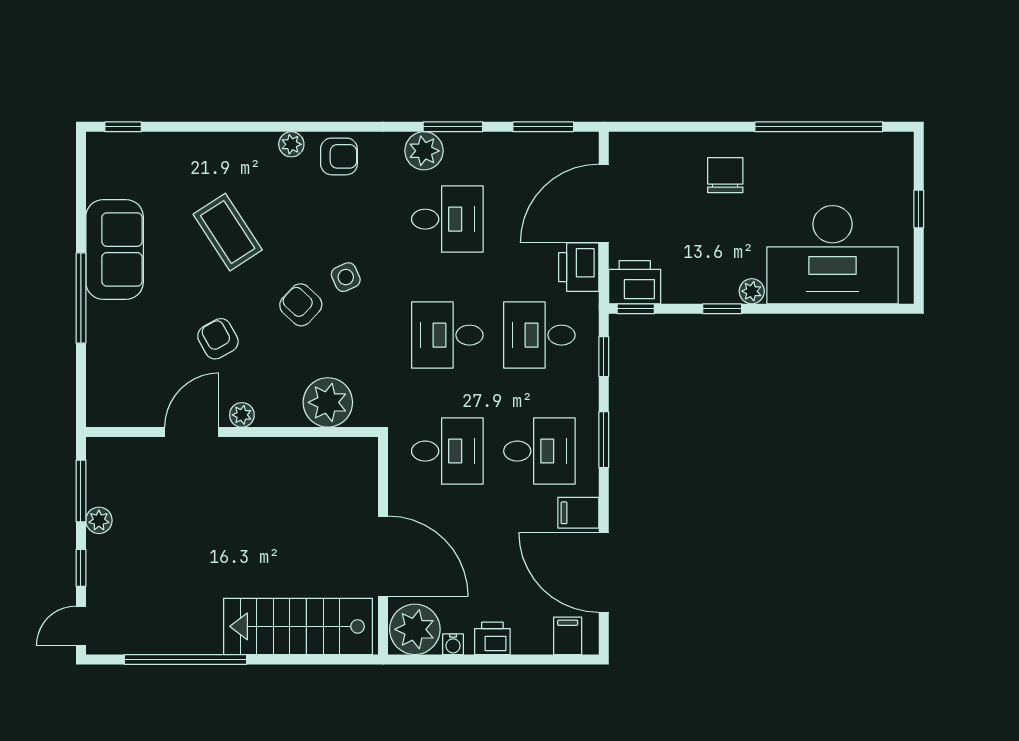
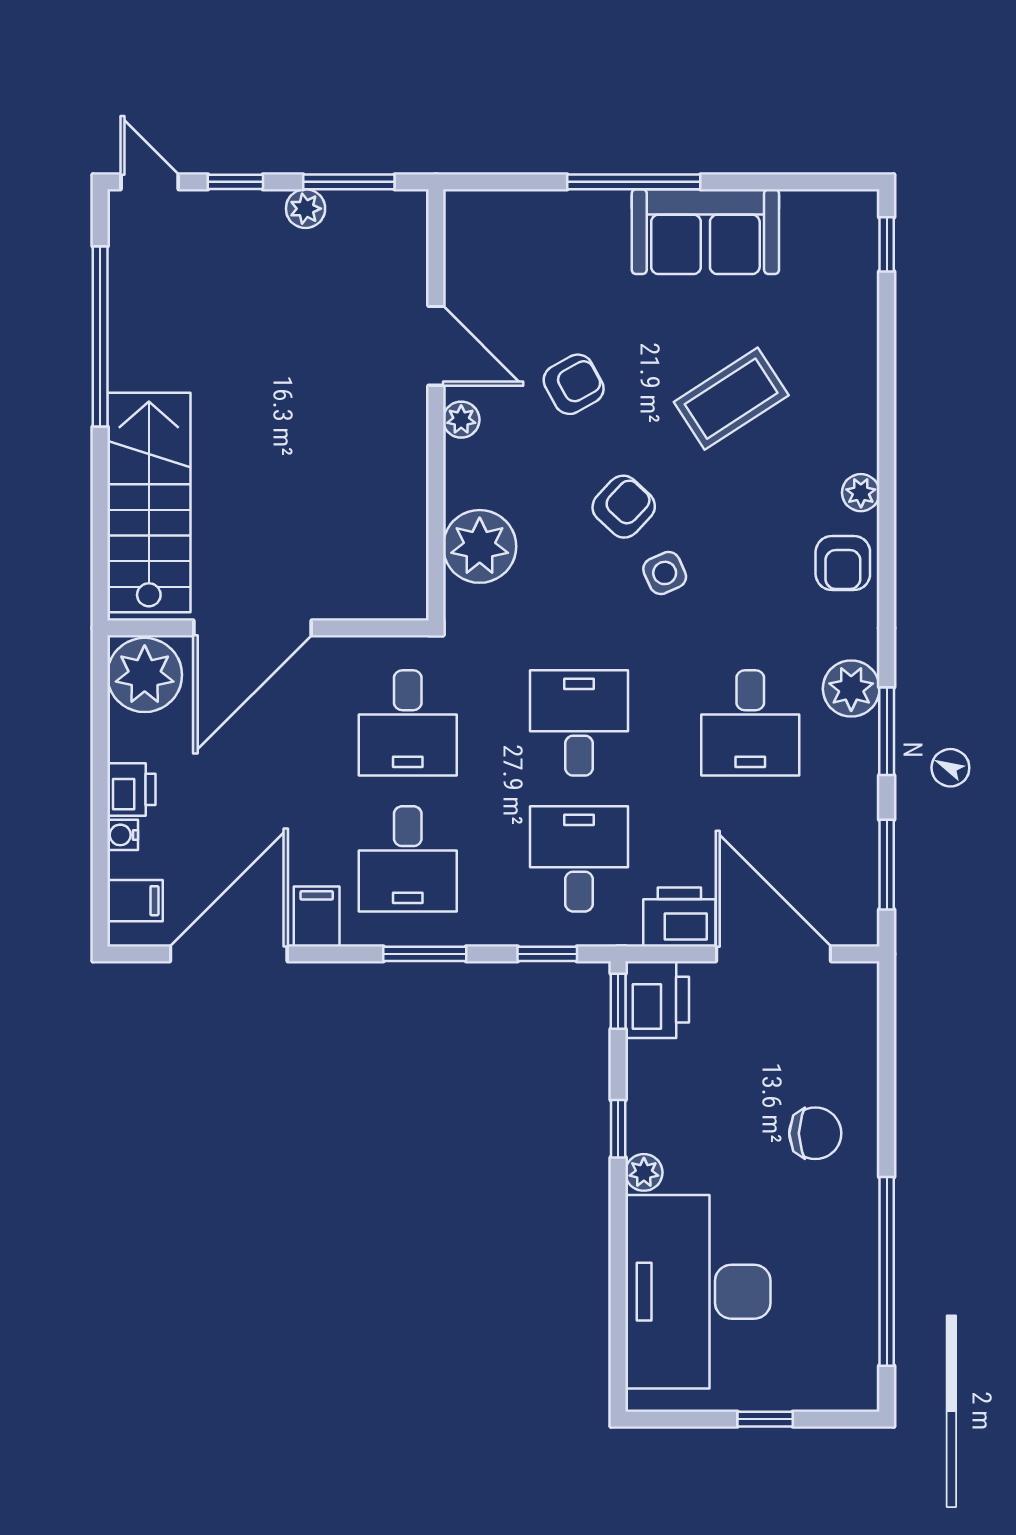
water cooler: (453, 644) -> (123, 835), moved

